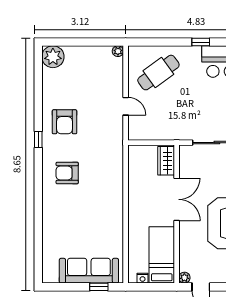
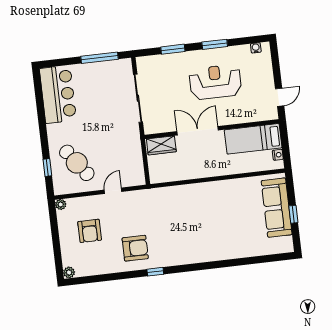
window: (201, 42) -> (47, 167), moved
plant: (53, 57) -> (69, 272), width x0.53, depth x0.53
armchair: (67, 173) -> (90, 231), moved
plant: (184, 278) -> (273, 114), removed
window: (99, 287) -> (293, 214), moved

